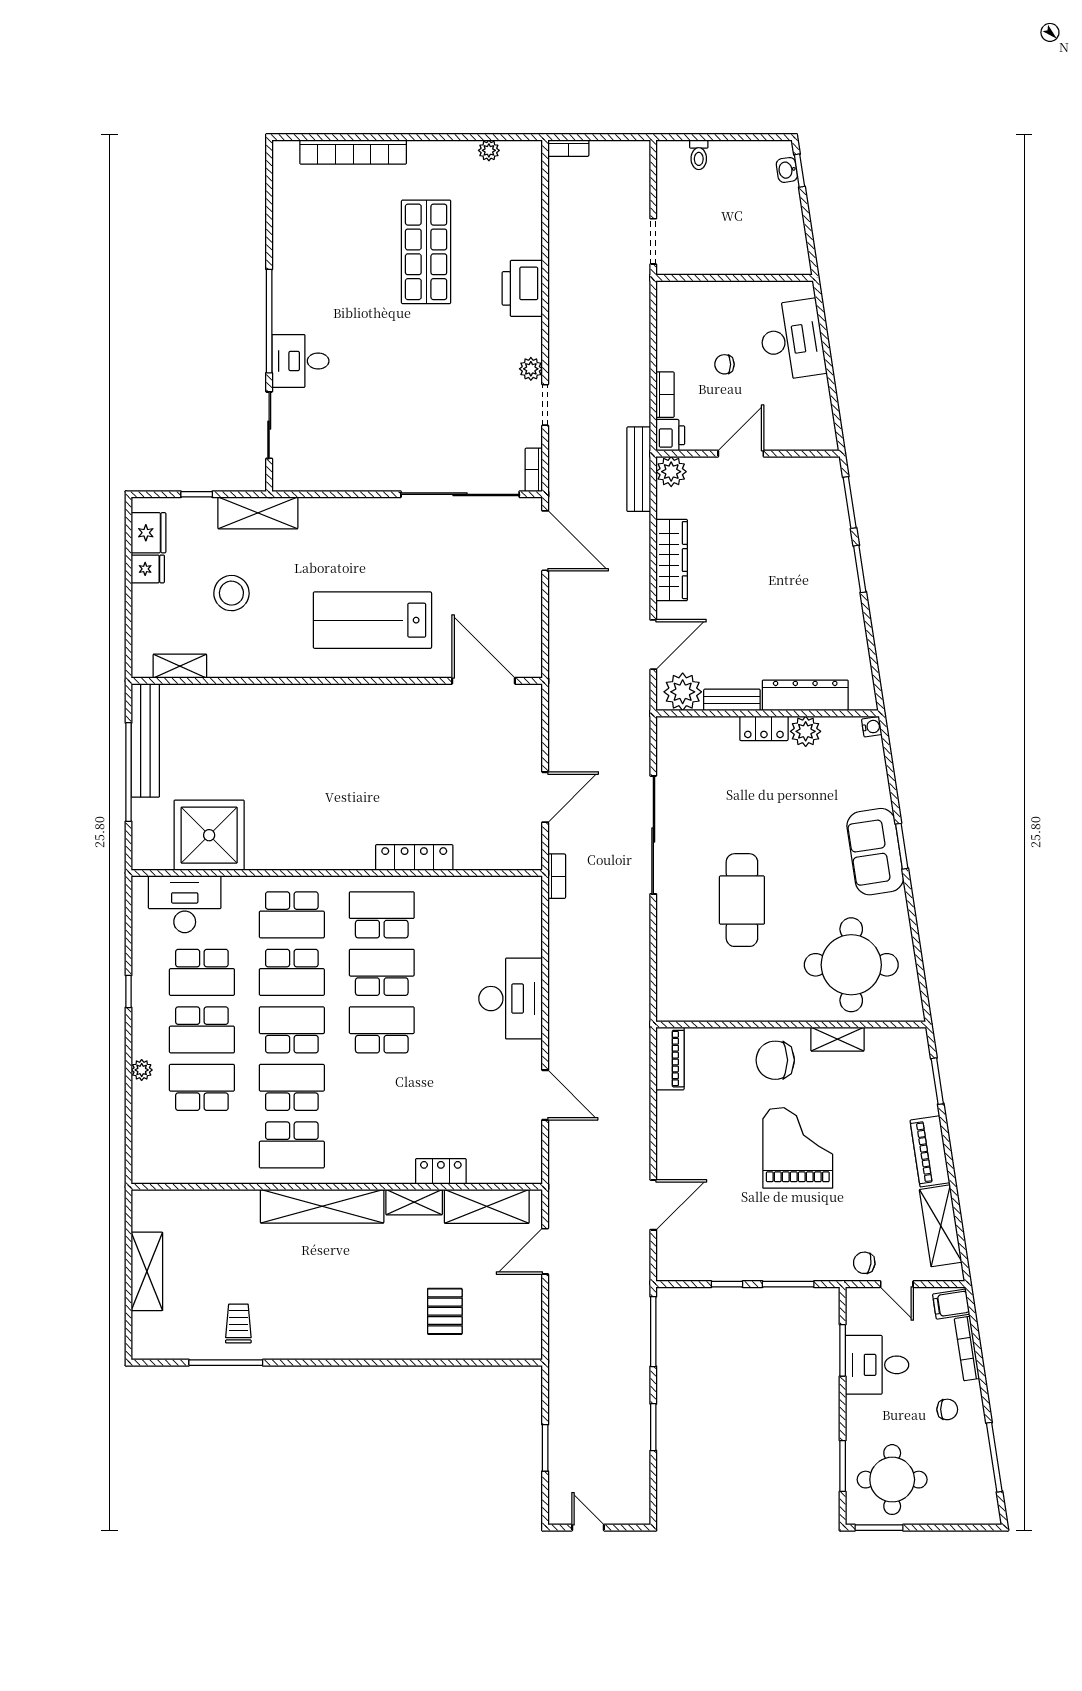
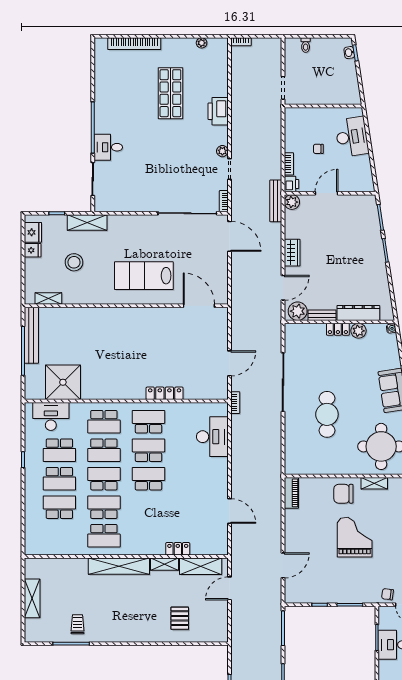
wardrobe: (672, 560) -> (292, 253), width x0.67
desk: (511, 999) -> (212, 437), moved
plant: (142, 1070) -> (30, 499), removed

